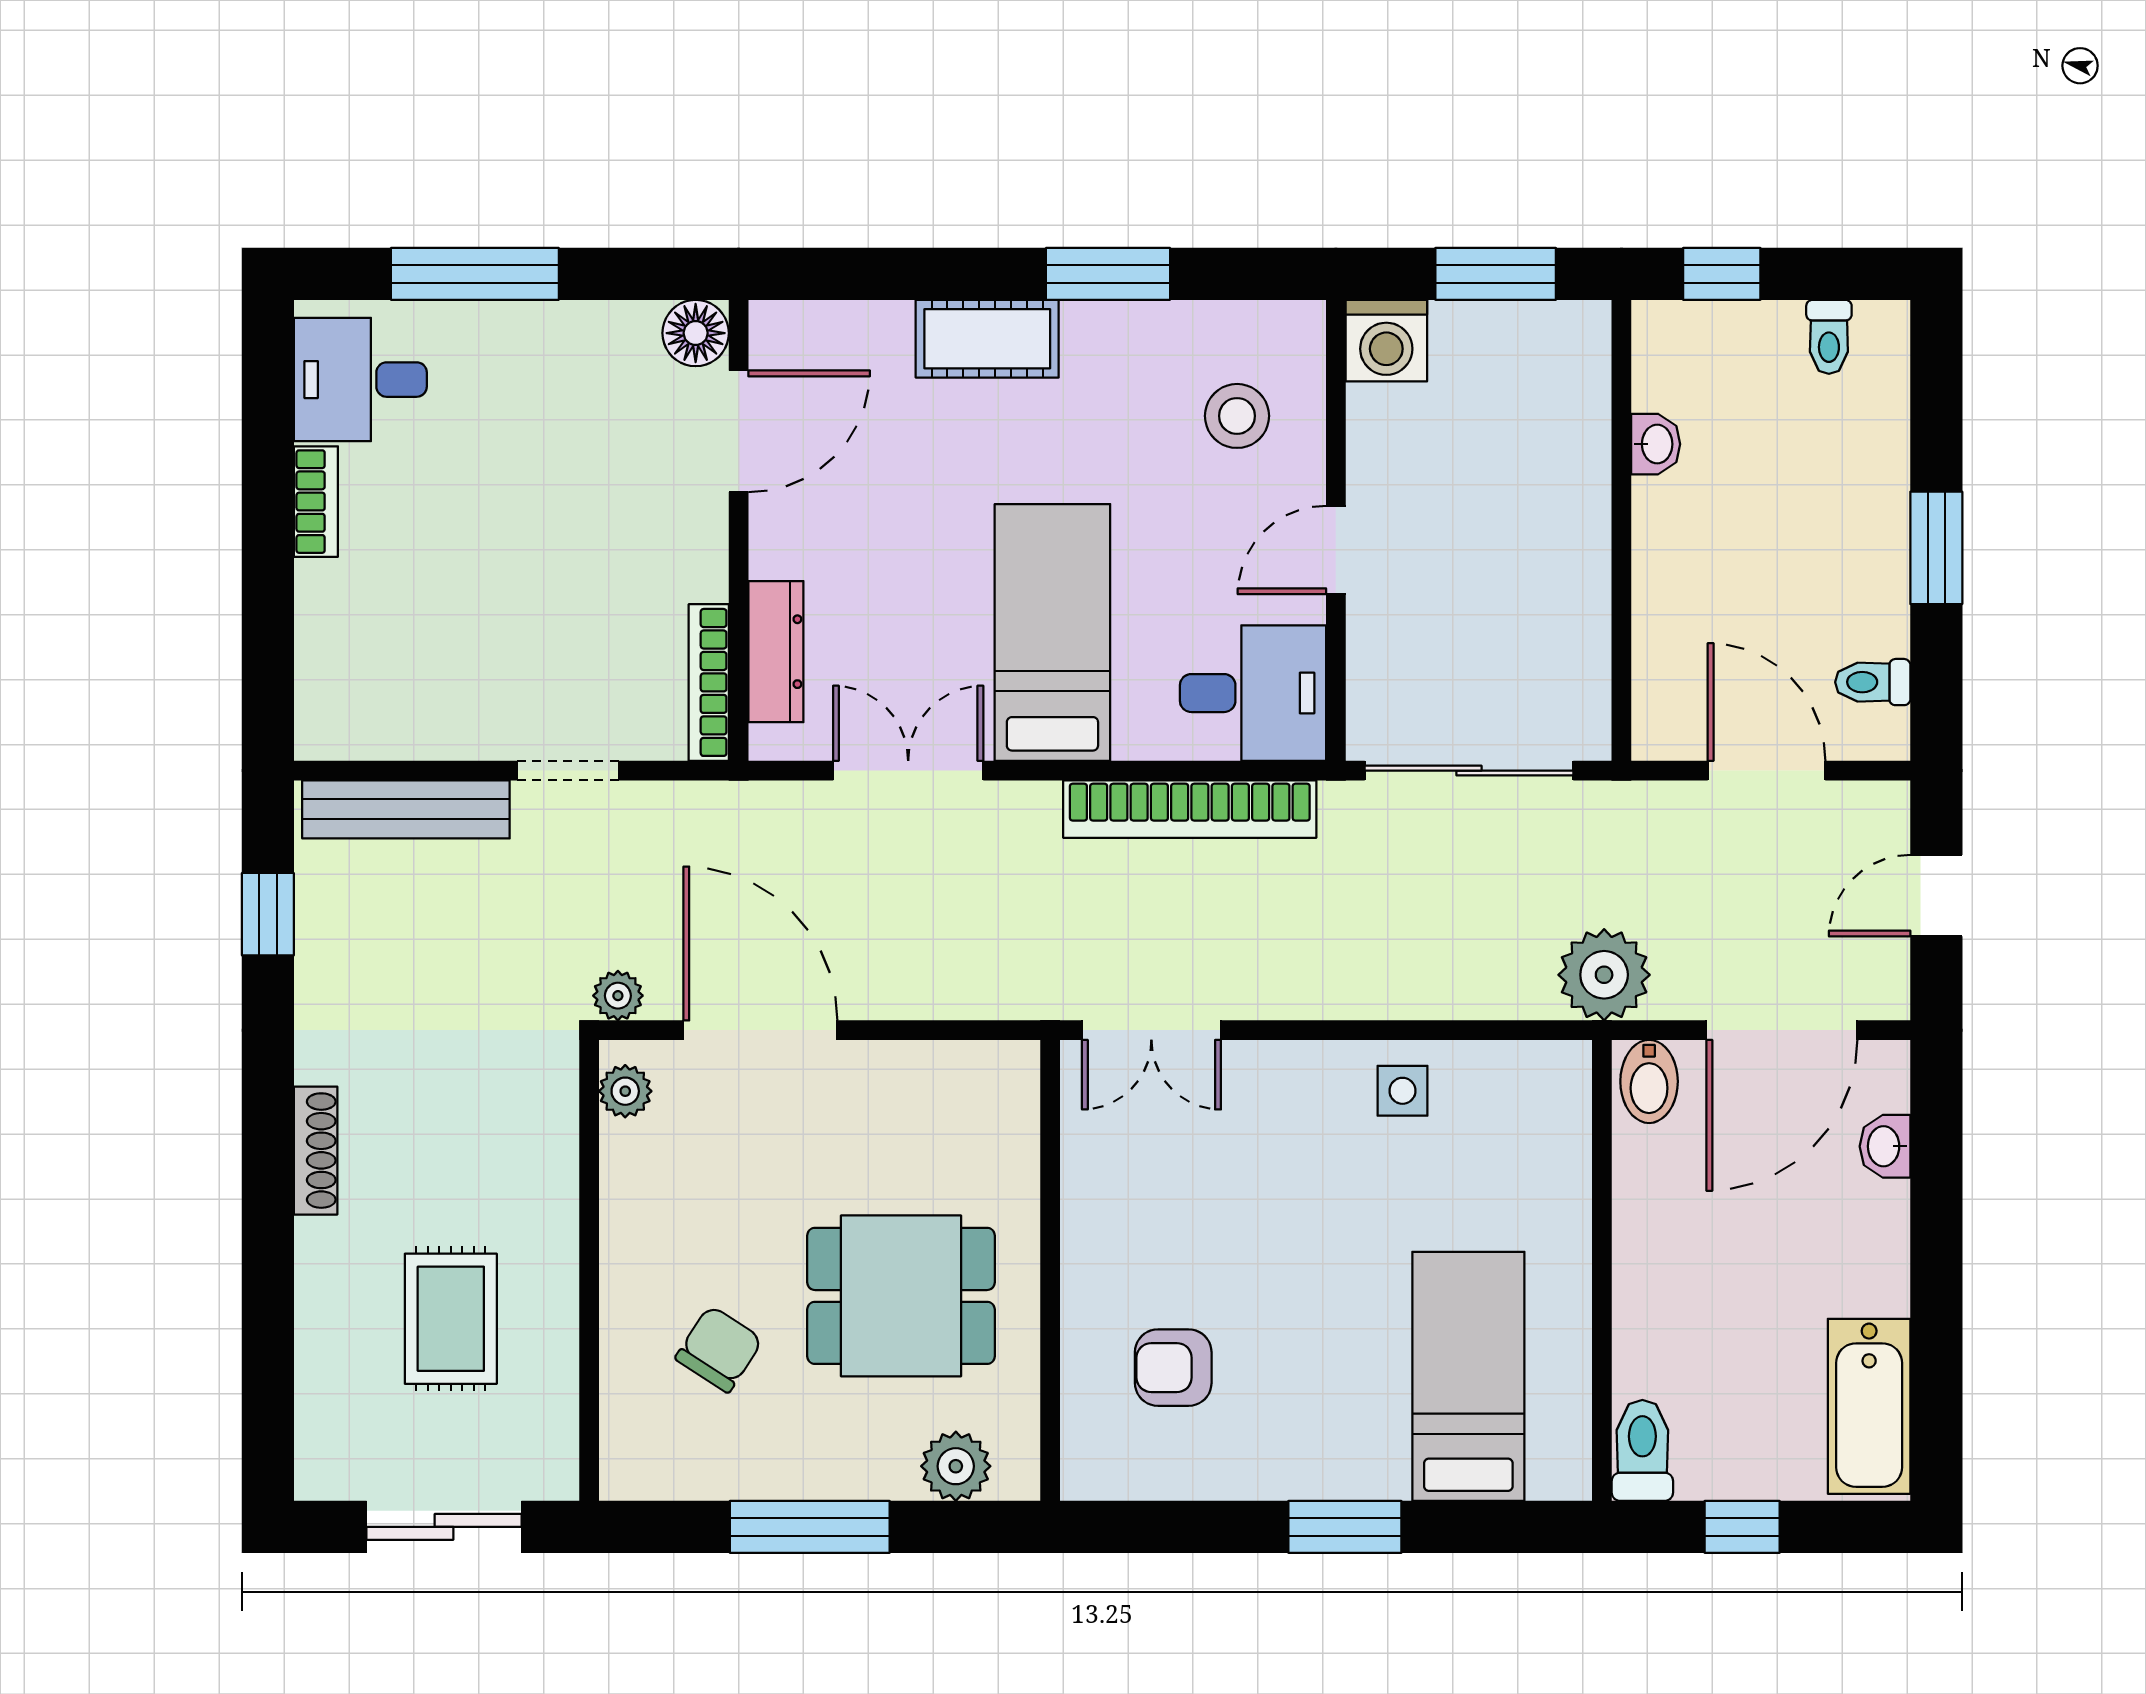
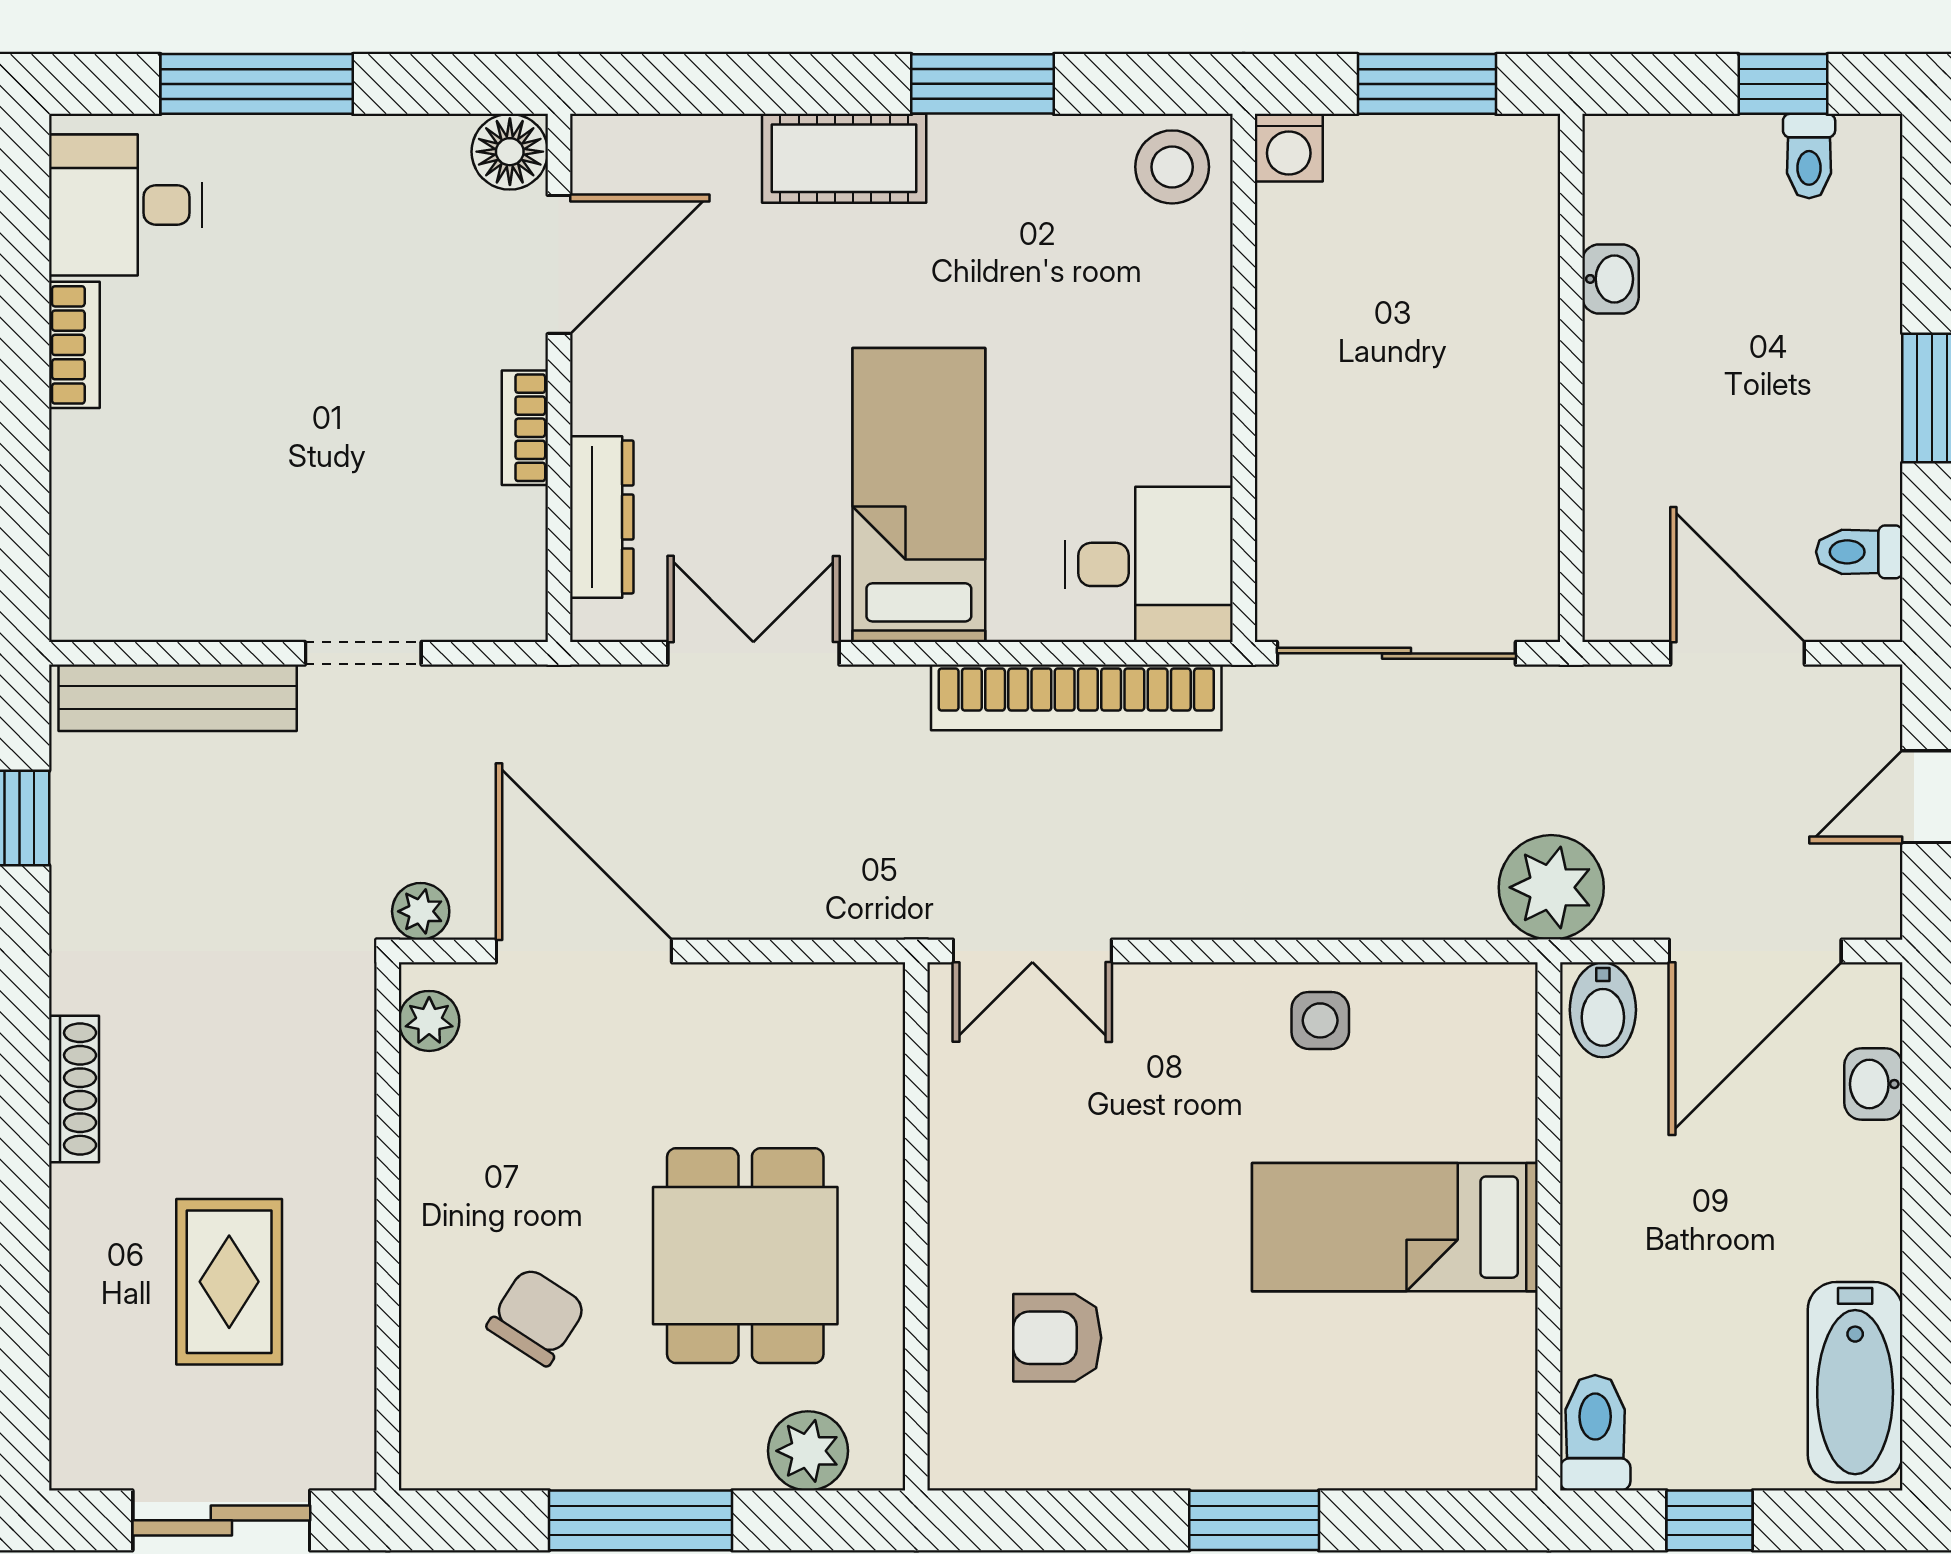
window: (1722, 274) -> (1783, 84), moved
washing machine: (1386, 341) -> (1289, 148), width x0.73, depth x0.73
stool: (1237, 416) -> (1172, 167), moved
door: (1336, 550) -> (1244, 400), removed
bookcase: (709, 682) -> (525, 428), moved, width x0.64
dining table: (901, 1296) -> (745, 1256), turned 90
bed: (1468, 1376) -> (1395, 1227), moved, turned -90

